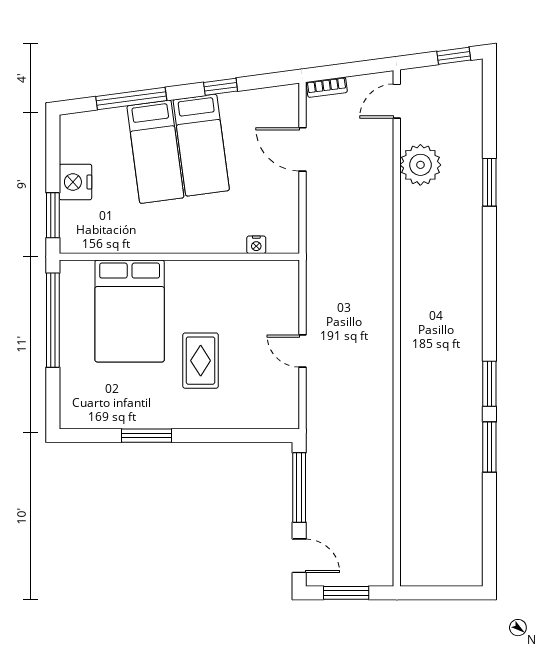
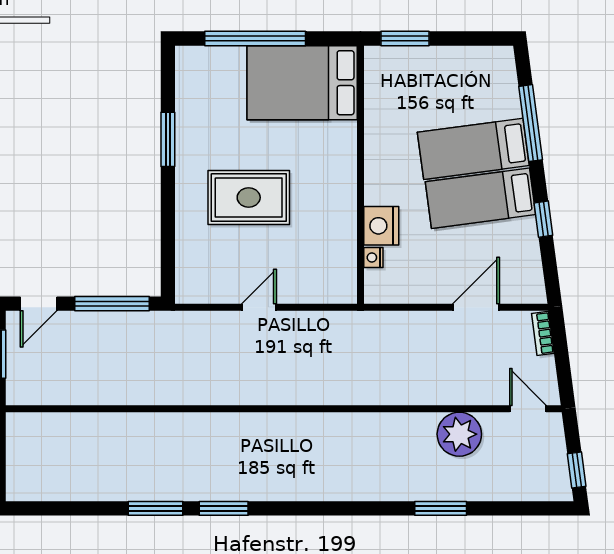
nightstand: (75, 182) -> (381, 226), moved, turned -90
bed: (130, 311) -> (302, 83), moved
window: (53, 320) -> (255, 39), moved
rug: (201, 361) -> (249, 198), width x1.36, depth x1.43

